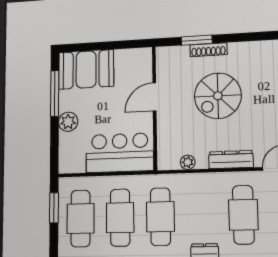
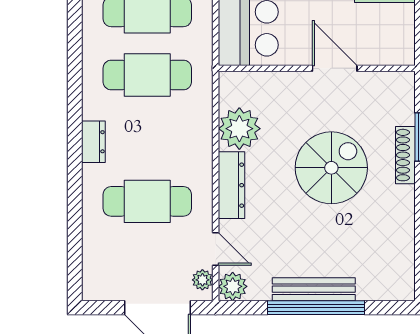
spiral stairs: (218, 96) -> (331, 168), turned 90
plant: (188, 162) -> (239, 129), width x1.87, depth x1.87

